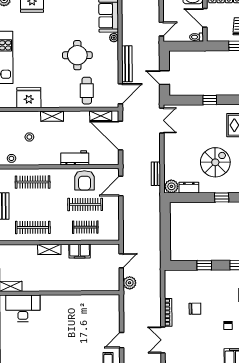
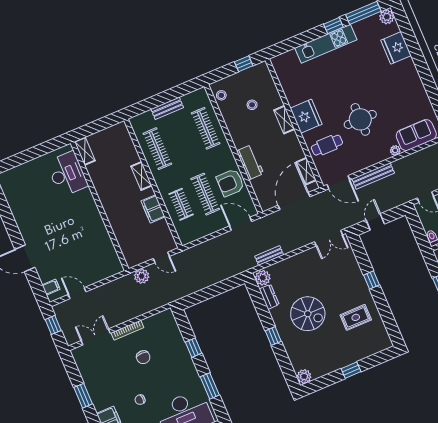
fridge: (29, 98) -> (306, 116), moved

